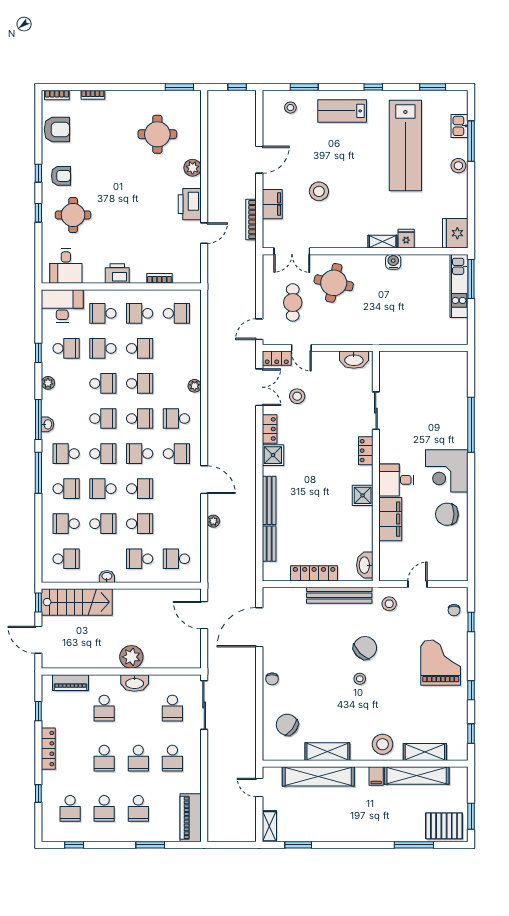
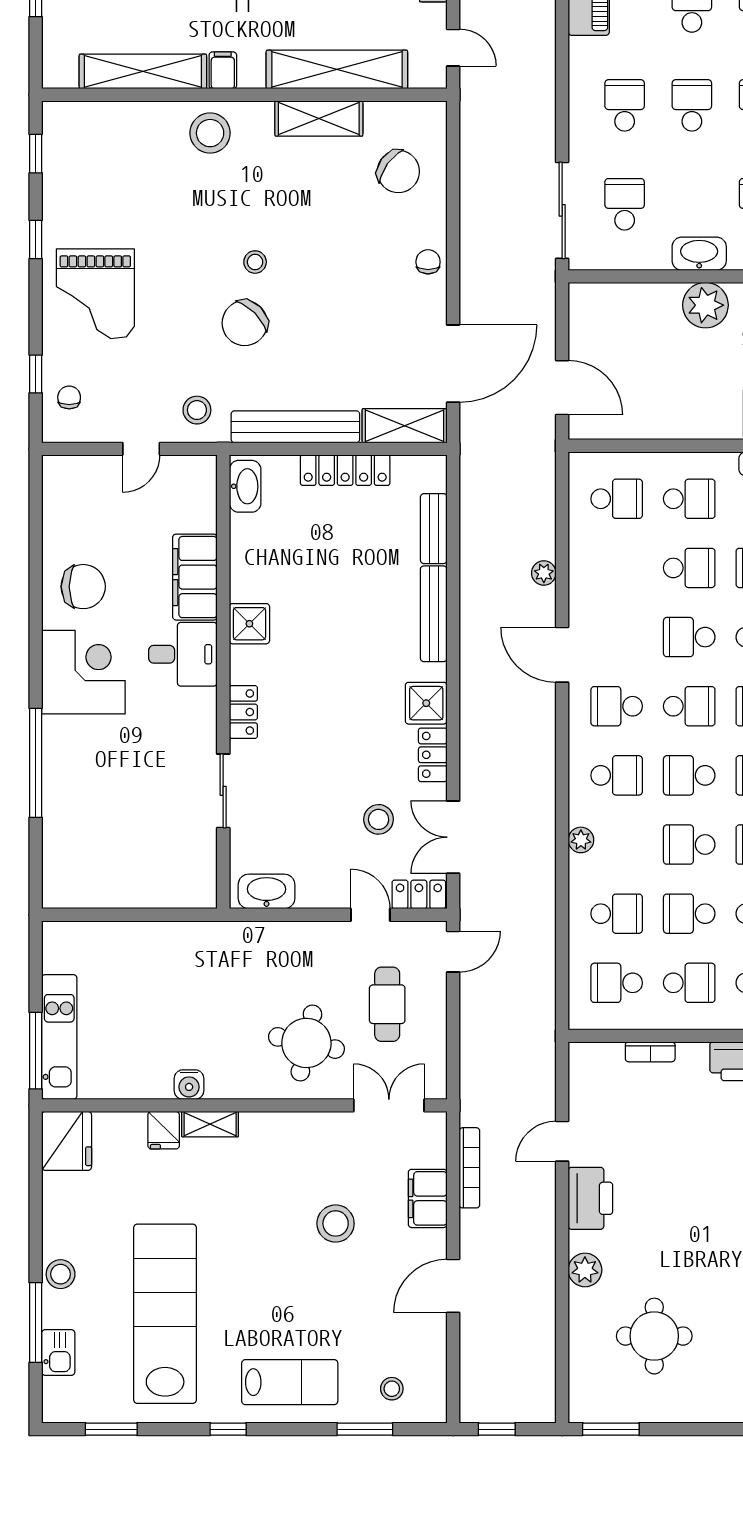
school desk: (176, 348) -> (617, 914), added
school desk: (140, 524) -> (689, 568), turned 180
shelving: (425, 752) -> (405, 426), moved

